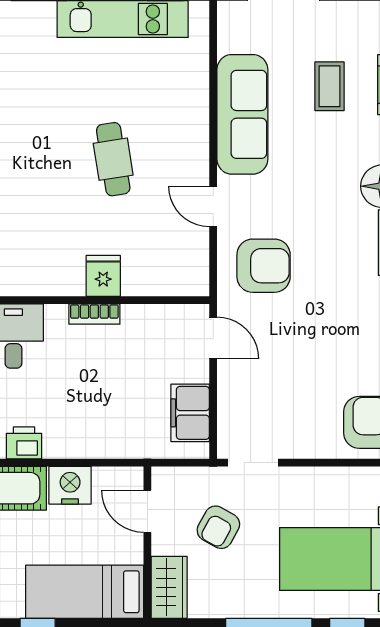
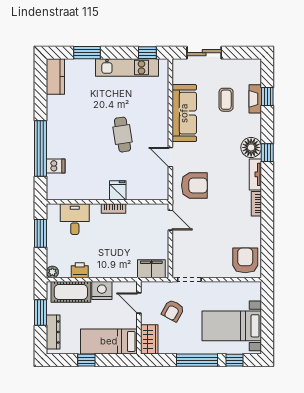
filing cabinet: (190, 413) -> (151, 269), moved, turned 90

